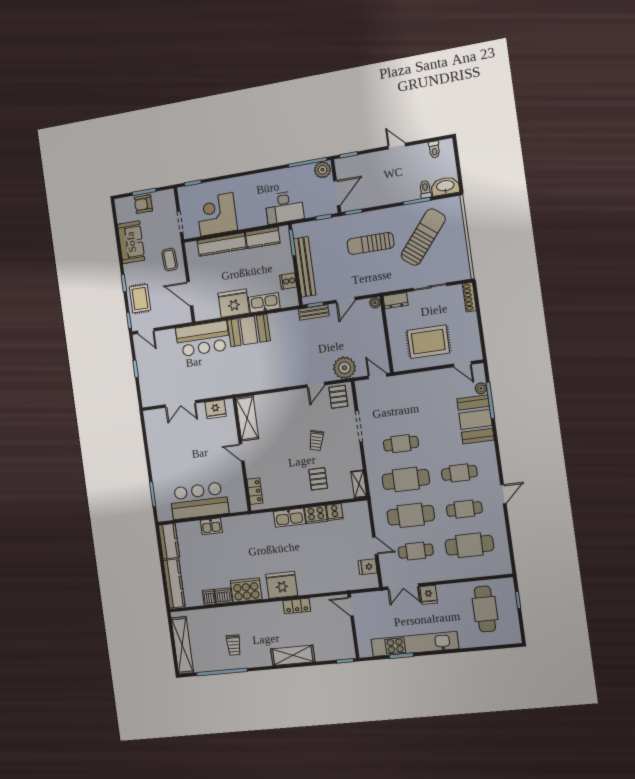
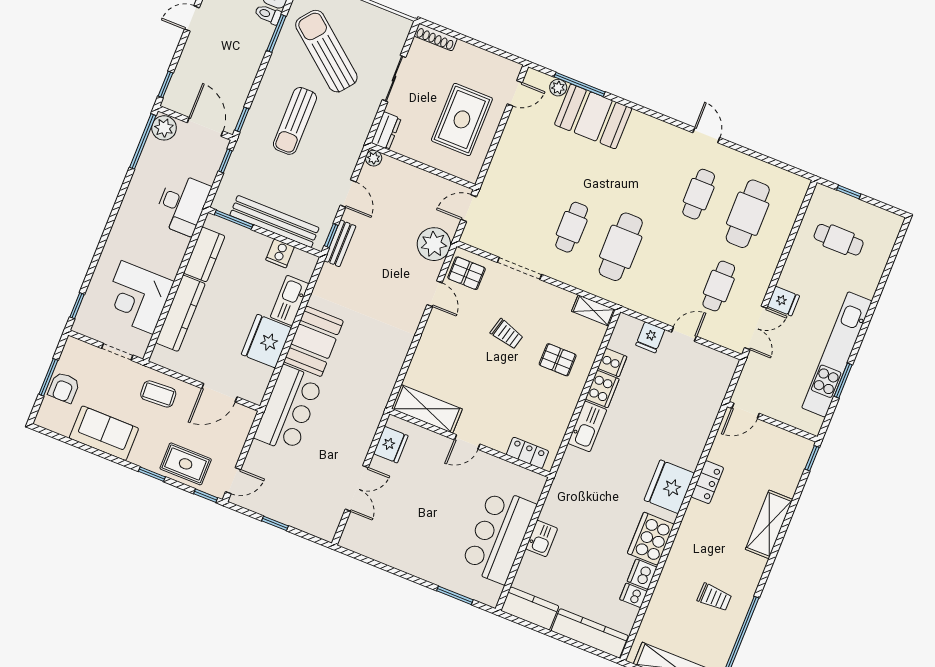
cafe table: (459, 473) -> (650, 175), removed
cafe table: (411, 515) -> (670, 266), removed
fridge: (368, 567) -> (650, 337), moved
cafe table: (485, 609) -> (839, 240), width x0.73, depth x0.74

